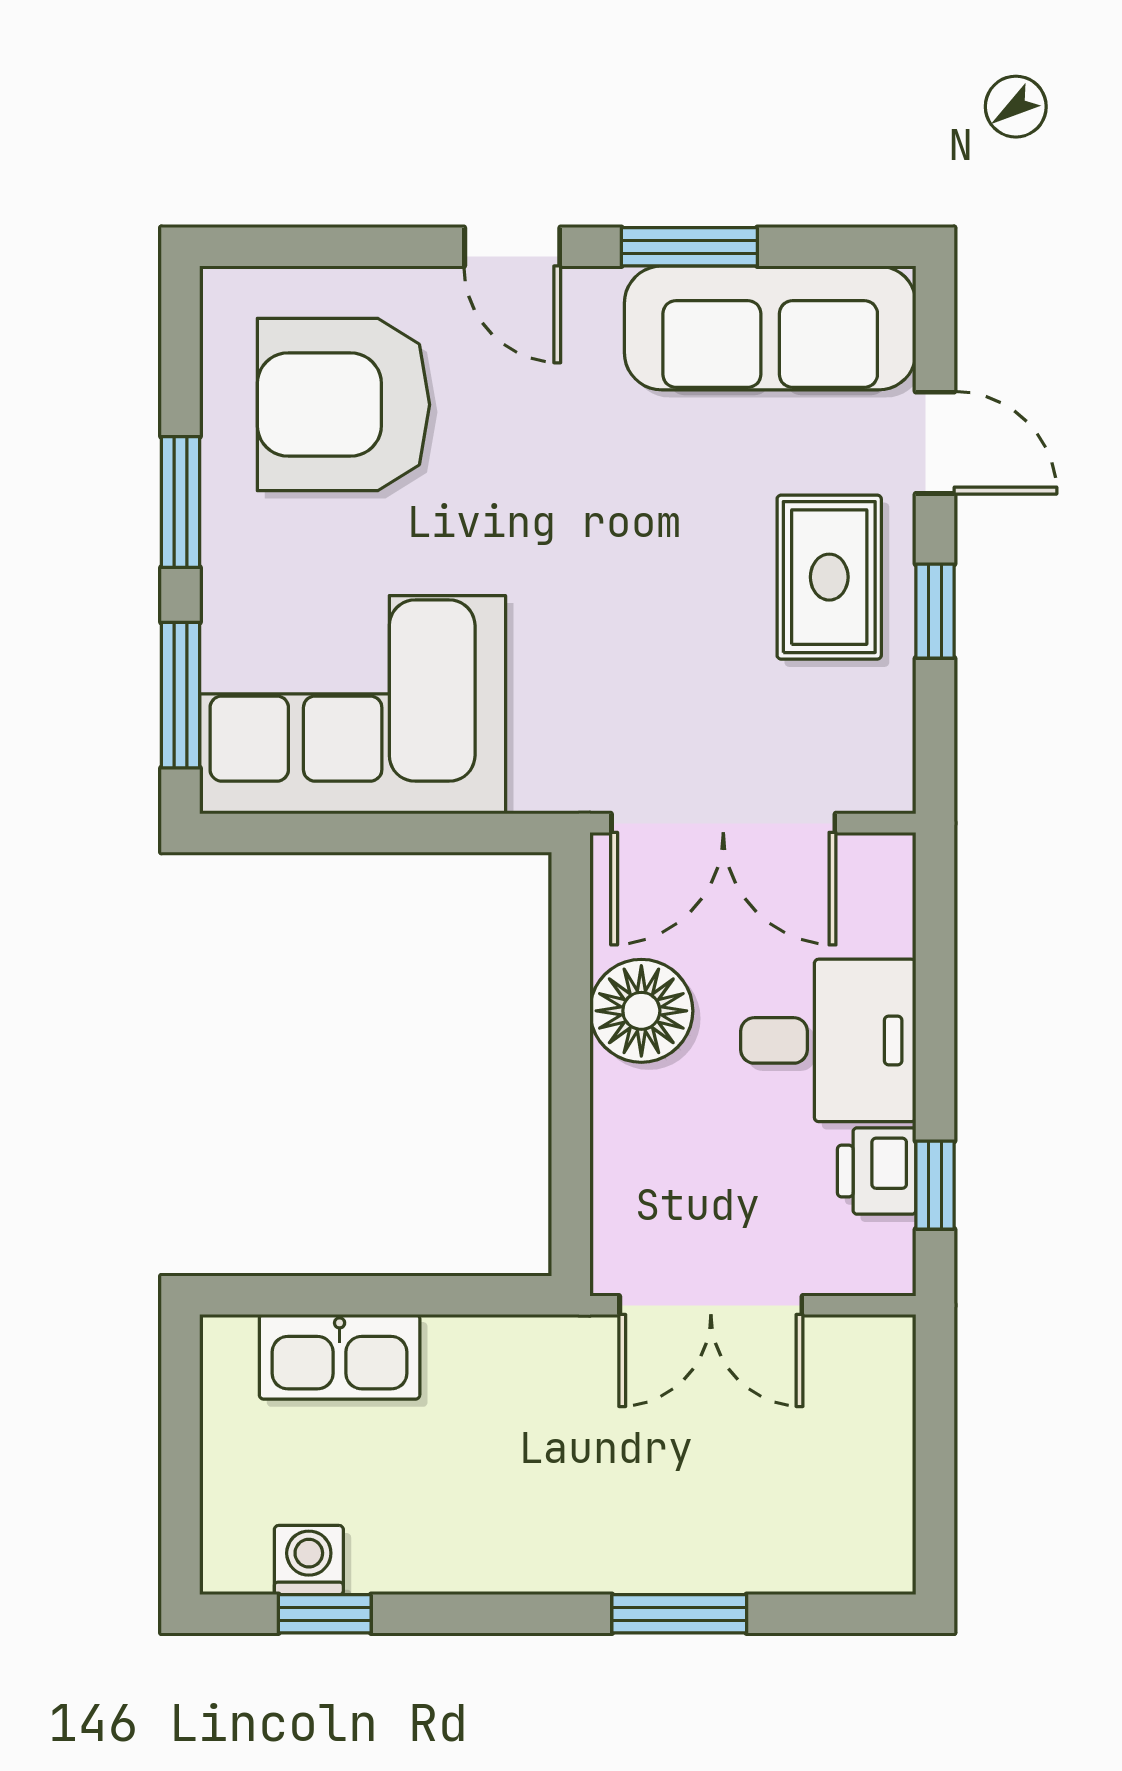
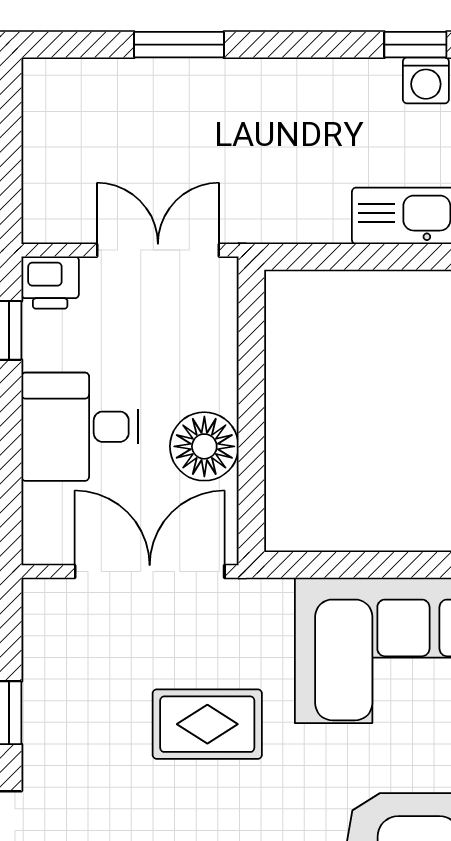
rug: (829, 577) -> (207, 724), moved, turned 90
printer: (877, 1171) -> (50, 283), moved, turned 90

